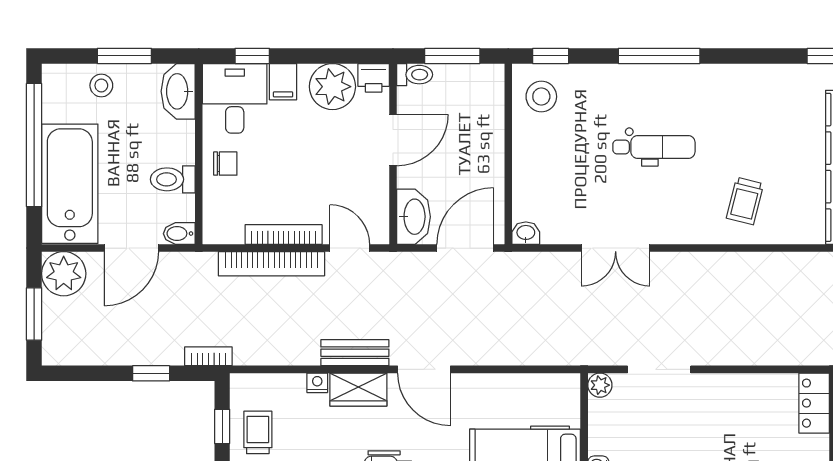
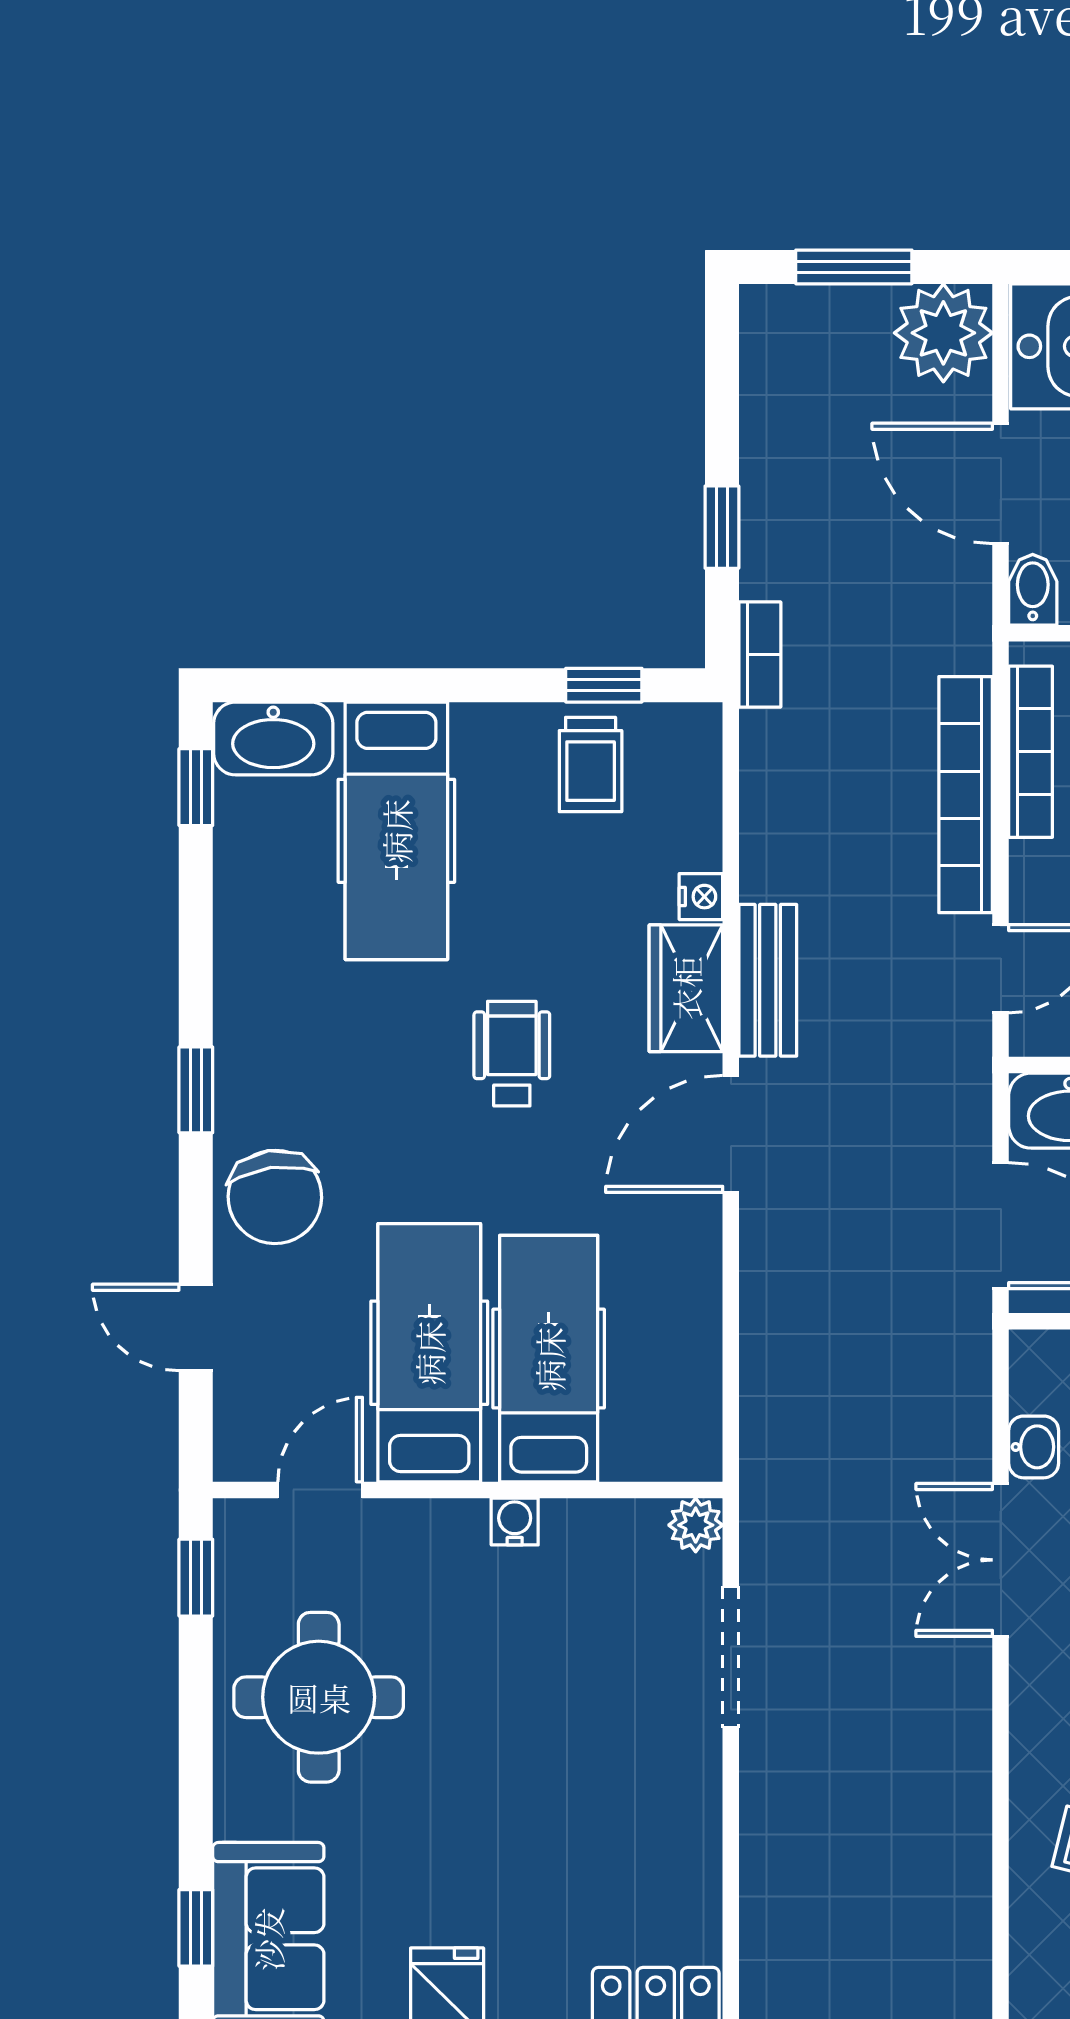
washbasin: (526, 233) -> (1034, 1447), moved
bookcase: (284, 235) -> (1031, 752), moved
trolley: (258, 432) -> (591, 765), turned 90

